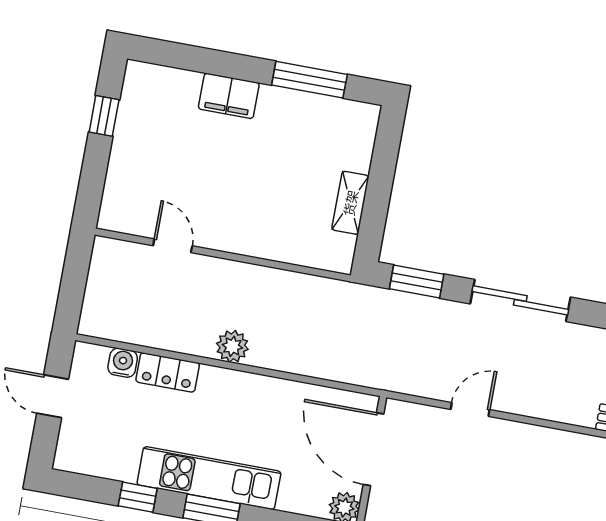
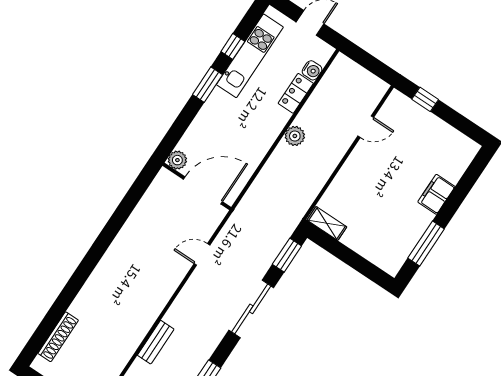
window: (104, 116) -> (425, 99), moved
shelving: (350, 203) -> (327, 223), moved
door: (470, 410) -> (202, 254), swing flipped
kitchen unit: (209, 478) -> (250, 56), moved

